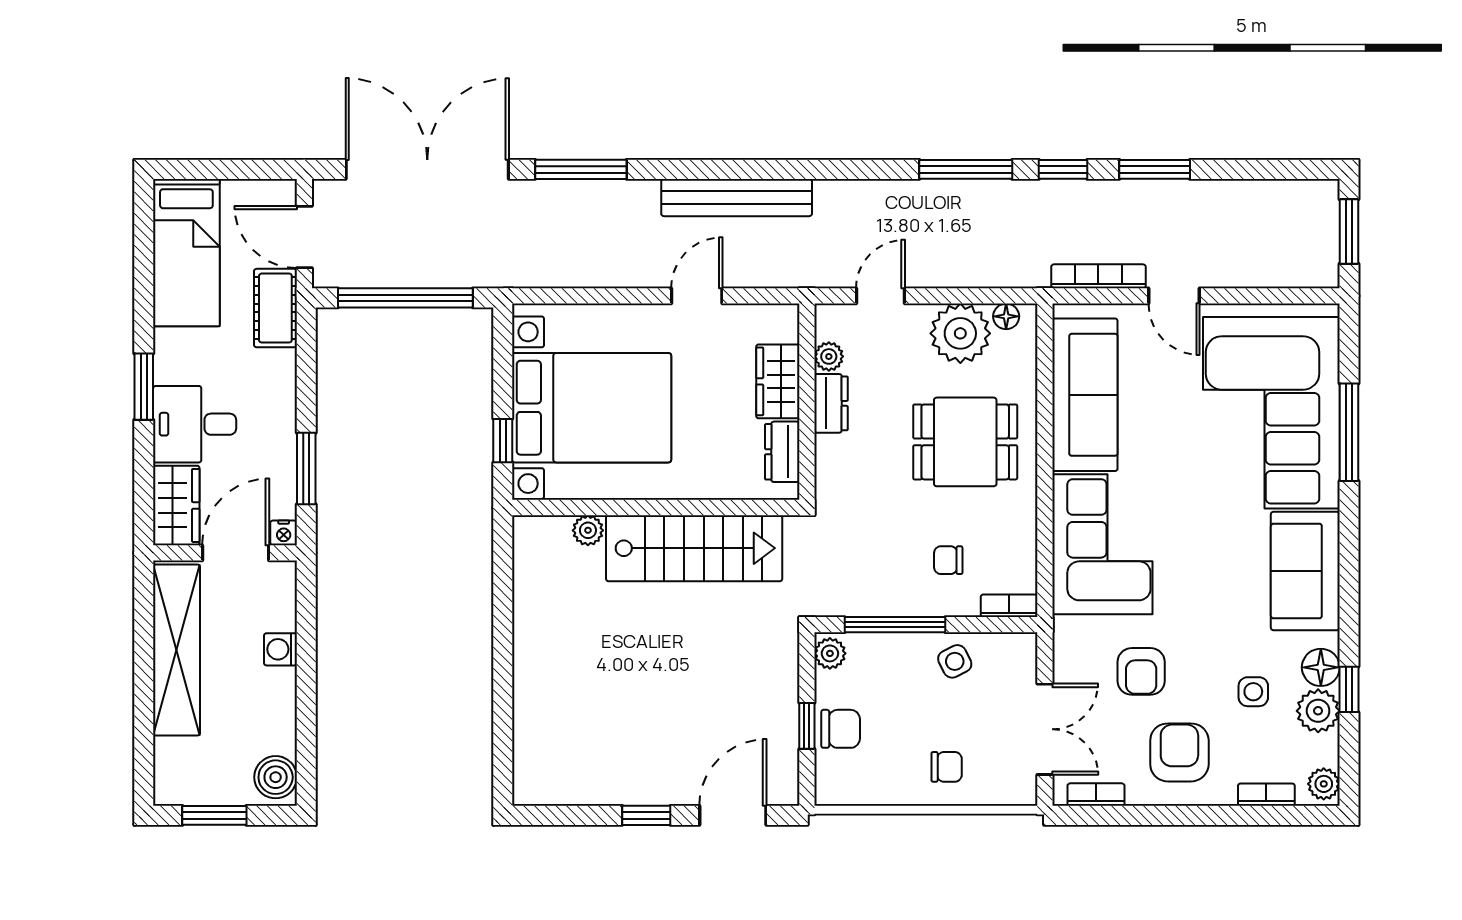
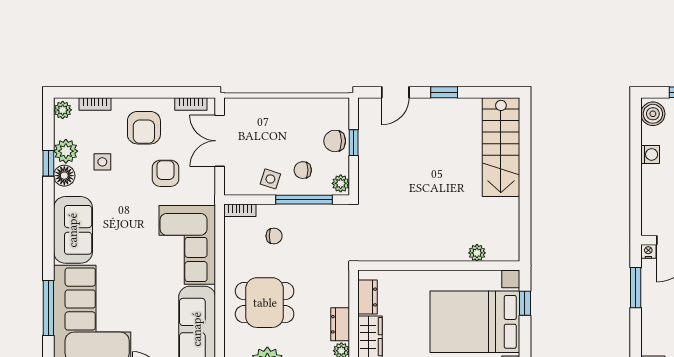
stairs: (694, 548) -> (501, 147), moved, turned -90
washing machine: (281, 649) -> (650, 154), moved
side table: (955, 661) -> (270, 179), turned 45
chair: (947, 767) -> (303, 170), moved
door: (733, 815) -> (395, 92), width x0.73

